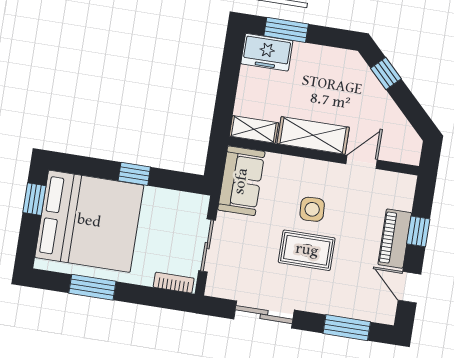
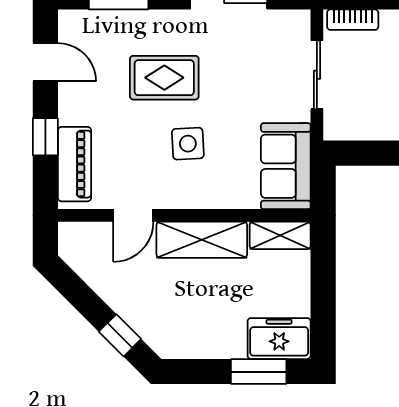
piano: (395, 239) -> (74, 164), moved
rug: (307, 250) -> (164, 78), moved

